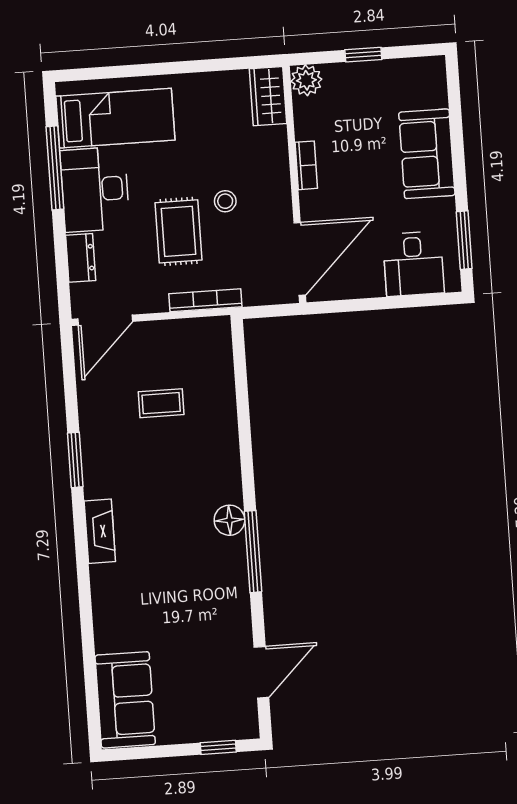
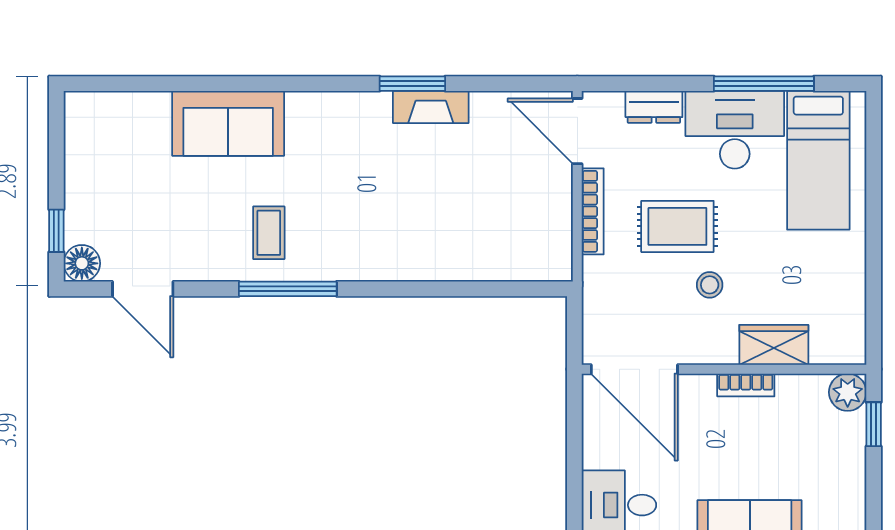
window: (363, 55) -> (874, 424), moved
wardrobe: (268, 96) -> (774, 345), moved
bookcase: (205, 300) -> (593, 211), moved
coffee table: (161, 403) -> (269, 233), moved
floor lamp: (229, 520) -> (82, 263), moved
fireplace: (100, 531) -> (431, 107), moved
sofa: (125, 700) -> (228, 123), moved

